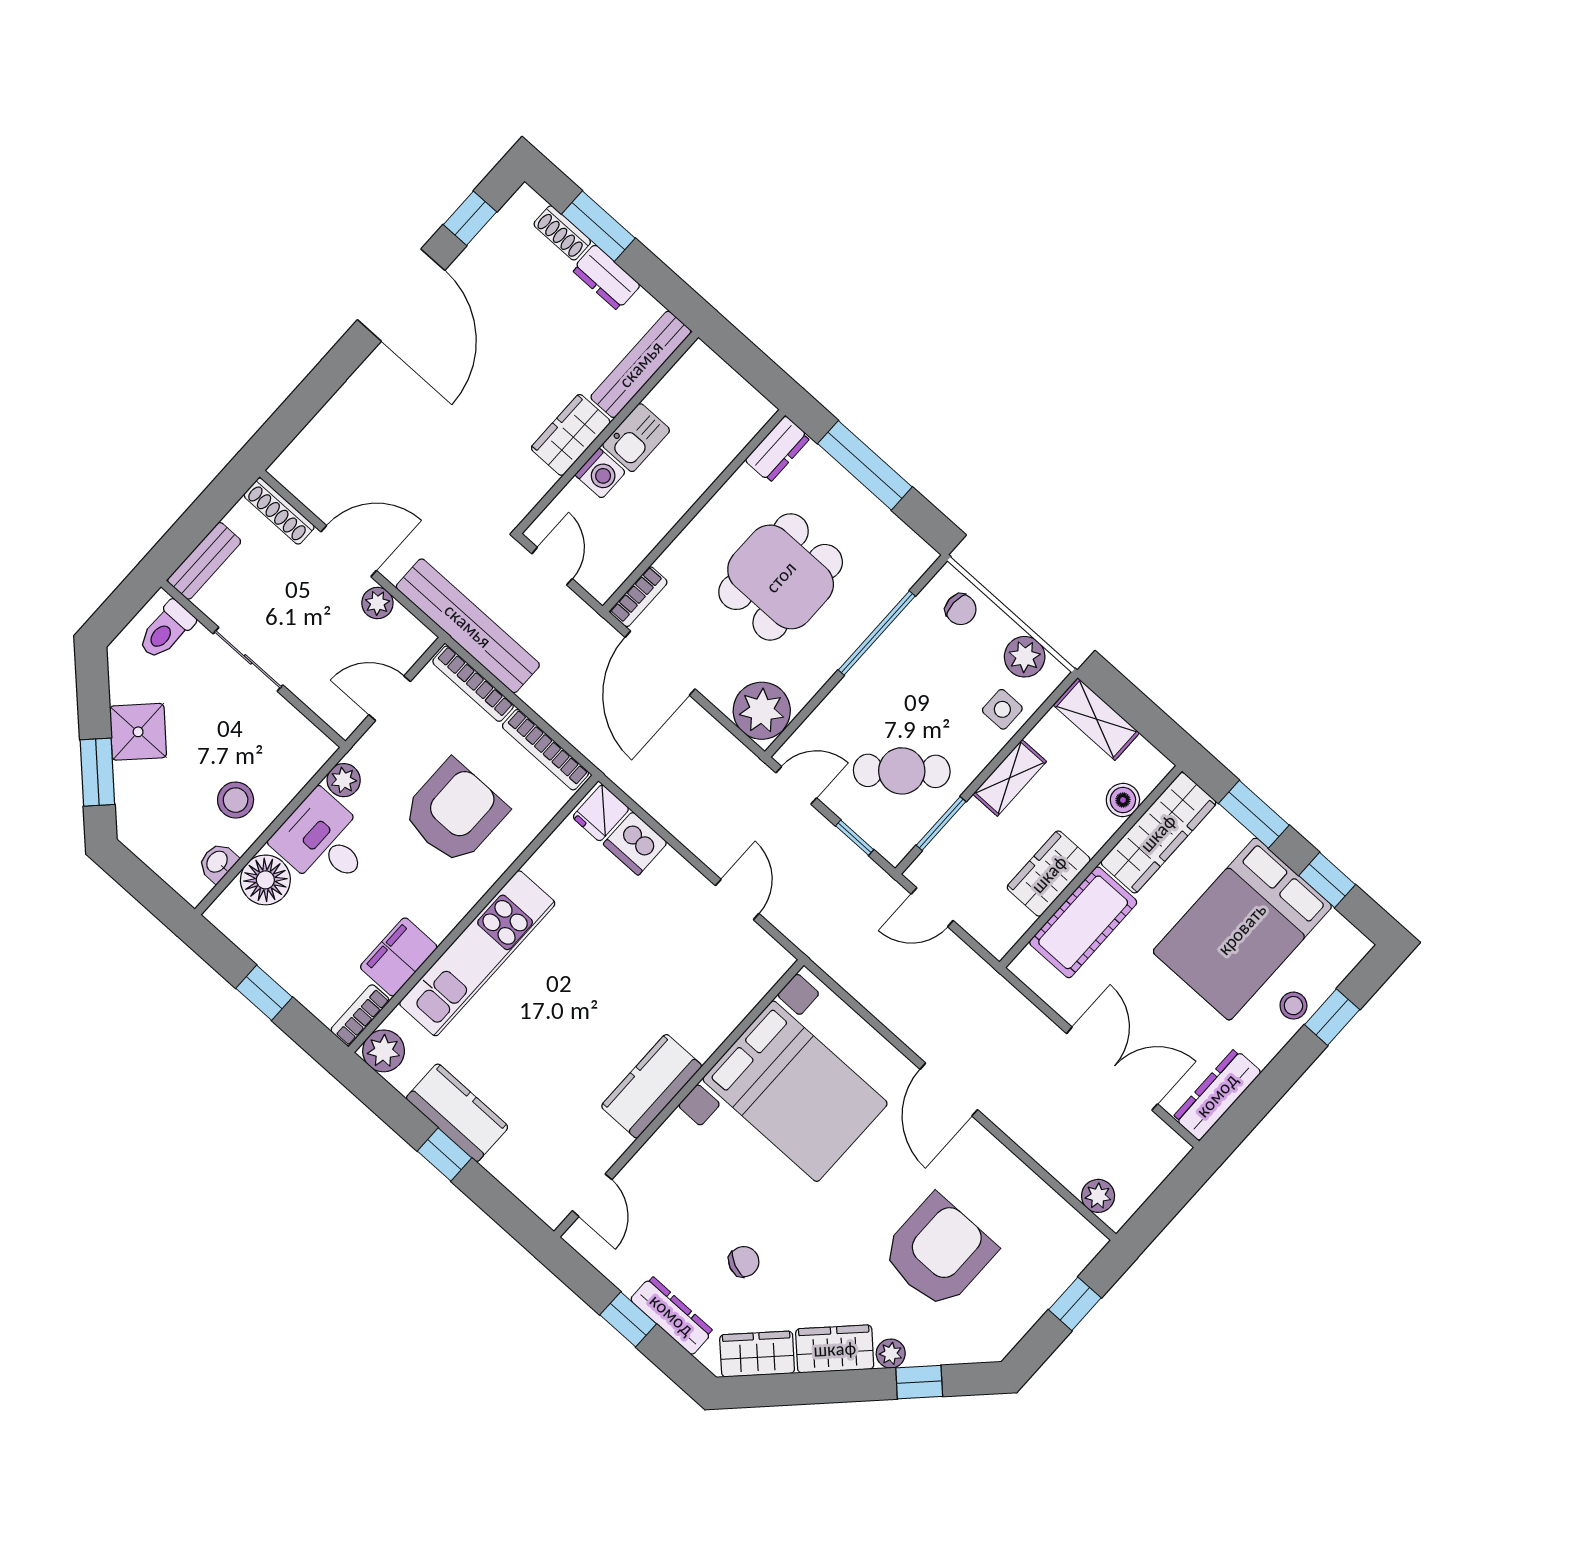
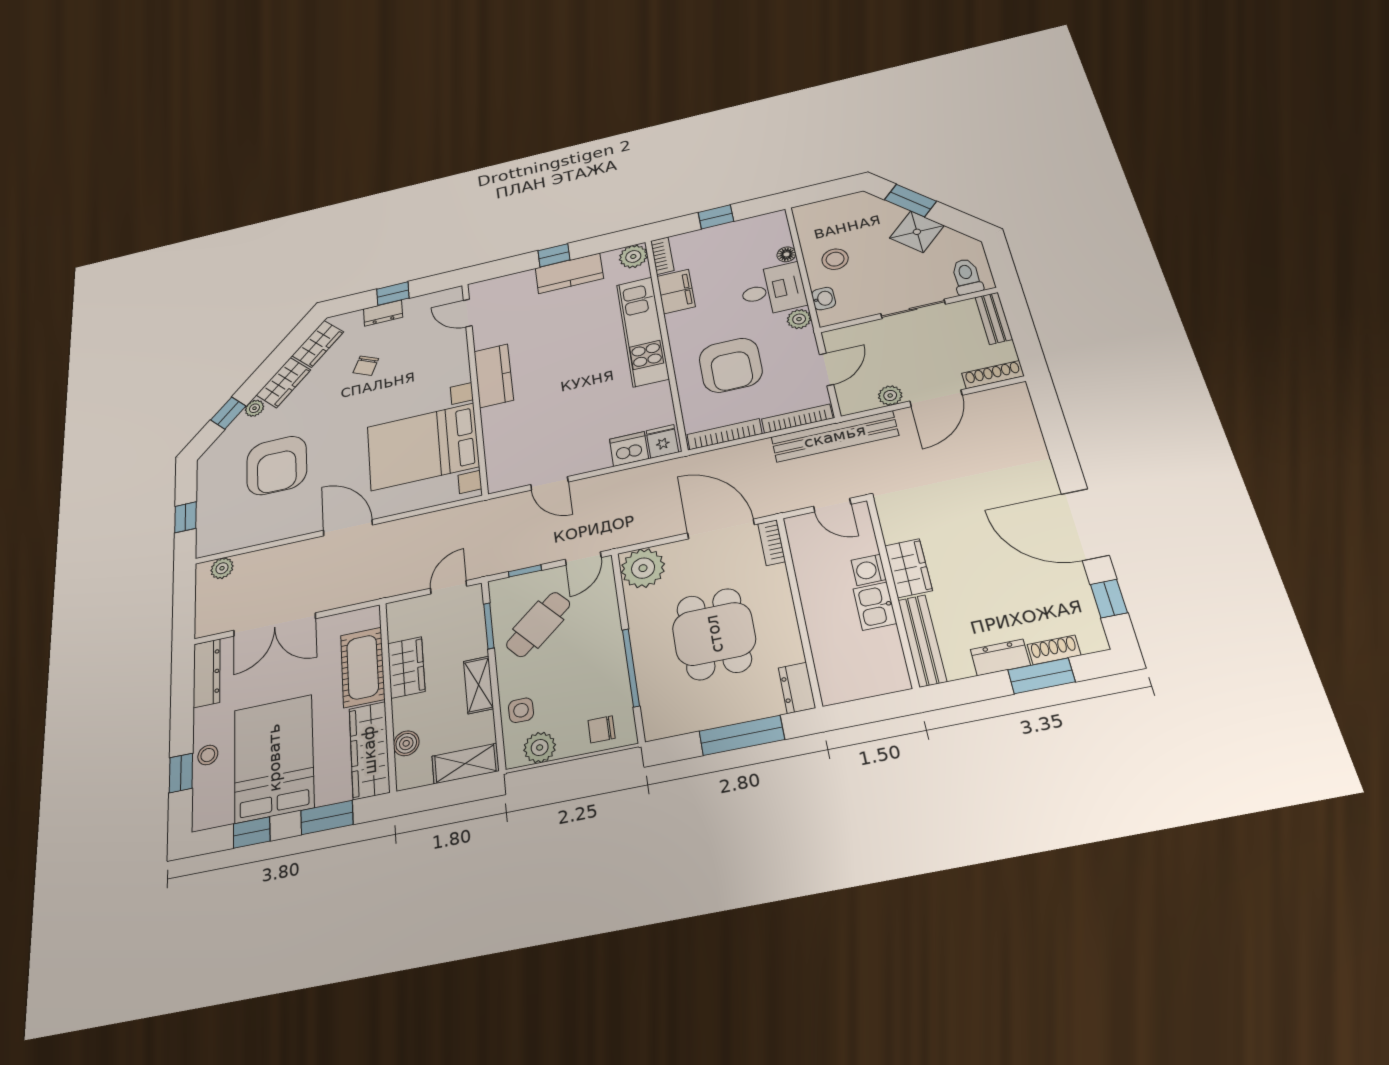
washbasin: (218, 862) -> (824, 299), moved
floor lamp: (265, 880) -> (786, 254), width x0.53, depth x0.53
dresser: (672, 1315) -> (383, 313), width x0.70

